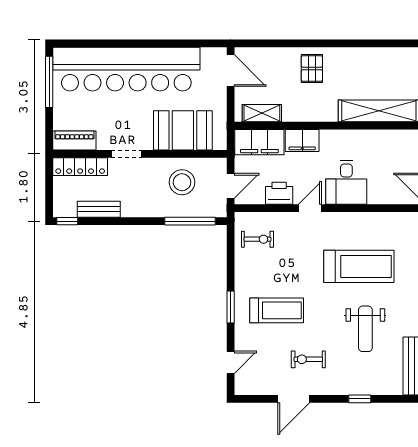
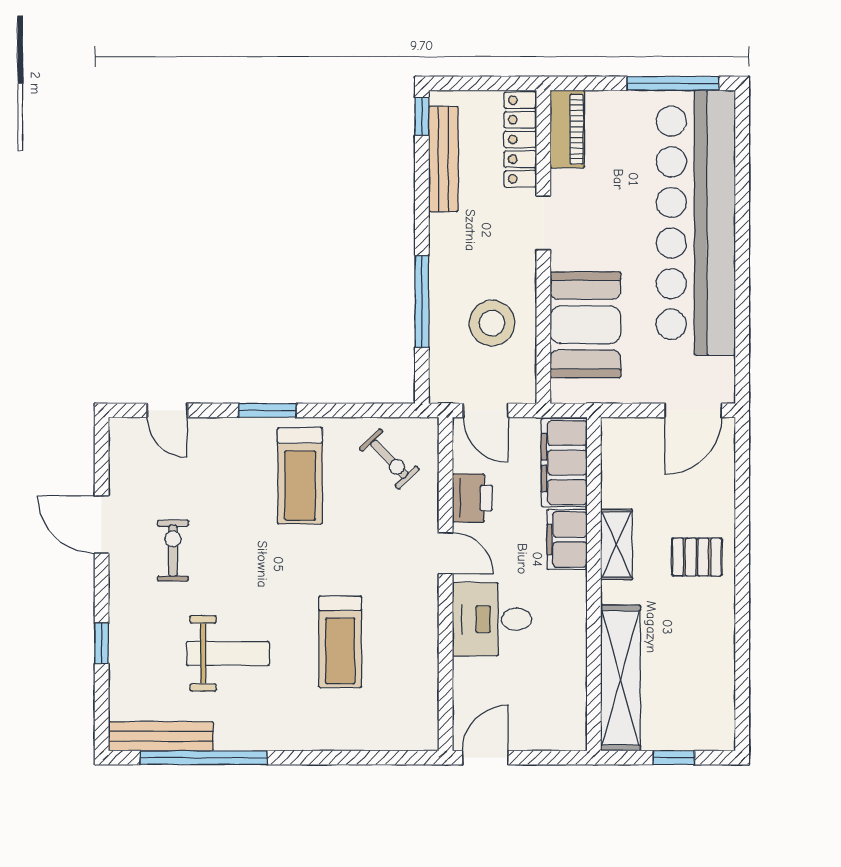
shelving: (262, 113) -> (616, 545), moved
bench: (99, 209) -> (443, 159), width x1.36
window: (190, 221) -> (422, 302), moved
exercise bike: (257, 239) -> (389, 459), turned -44
treadmill: (359, 266) -> (340, 642), width x0.73, depth x0.73
treadmill: (277, 310) -> (300, 476), moved
weight bench: (365, 329) -> (228, 653), turned 180

